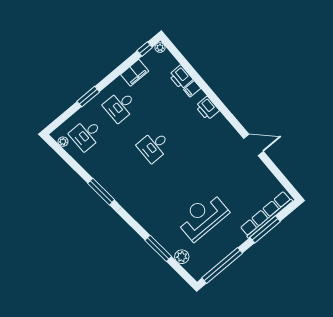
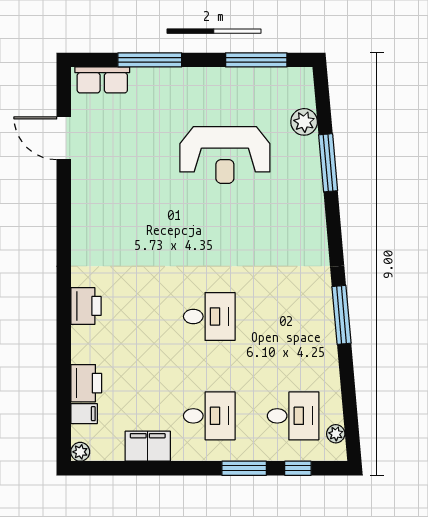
window: (145, 49) -> (298, 468), moved
filing cabinet: (192, 89) -> (84, 414), moved
door: (253, 145) -> (64, 138), moved
row of seats: (266, 215) -> (102, 80), width x0.50
window: (222, 266) -> (256, 60), width x0.68

